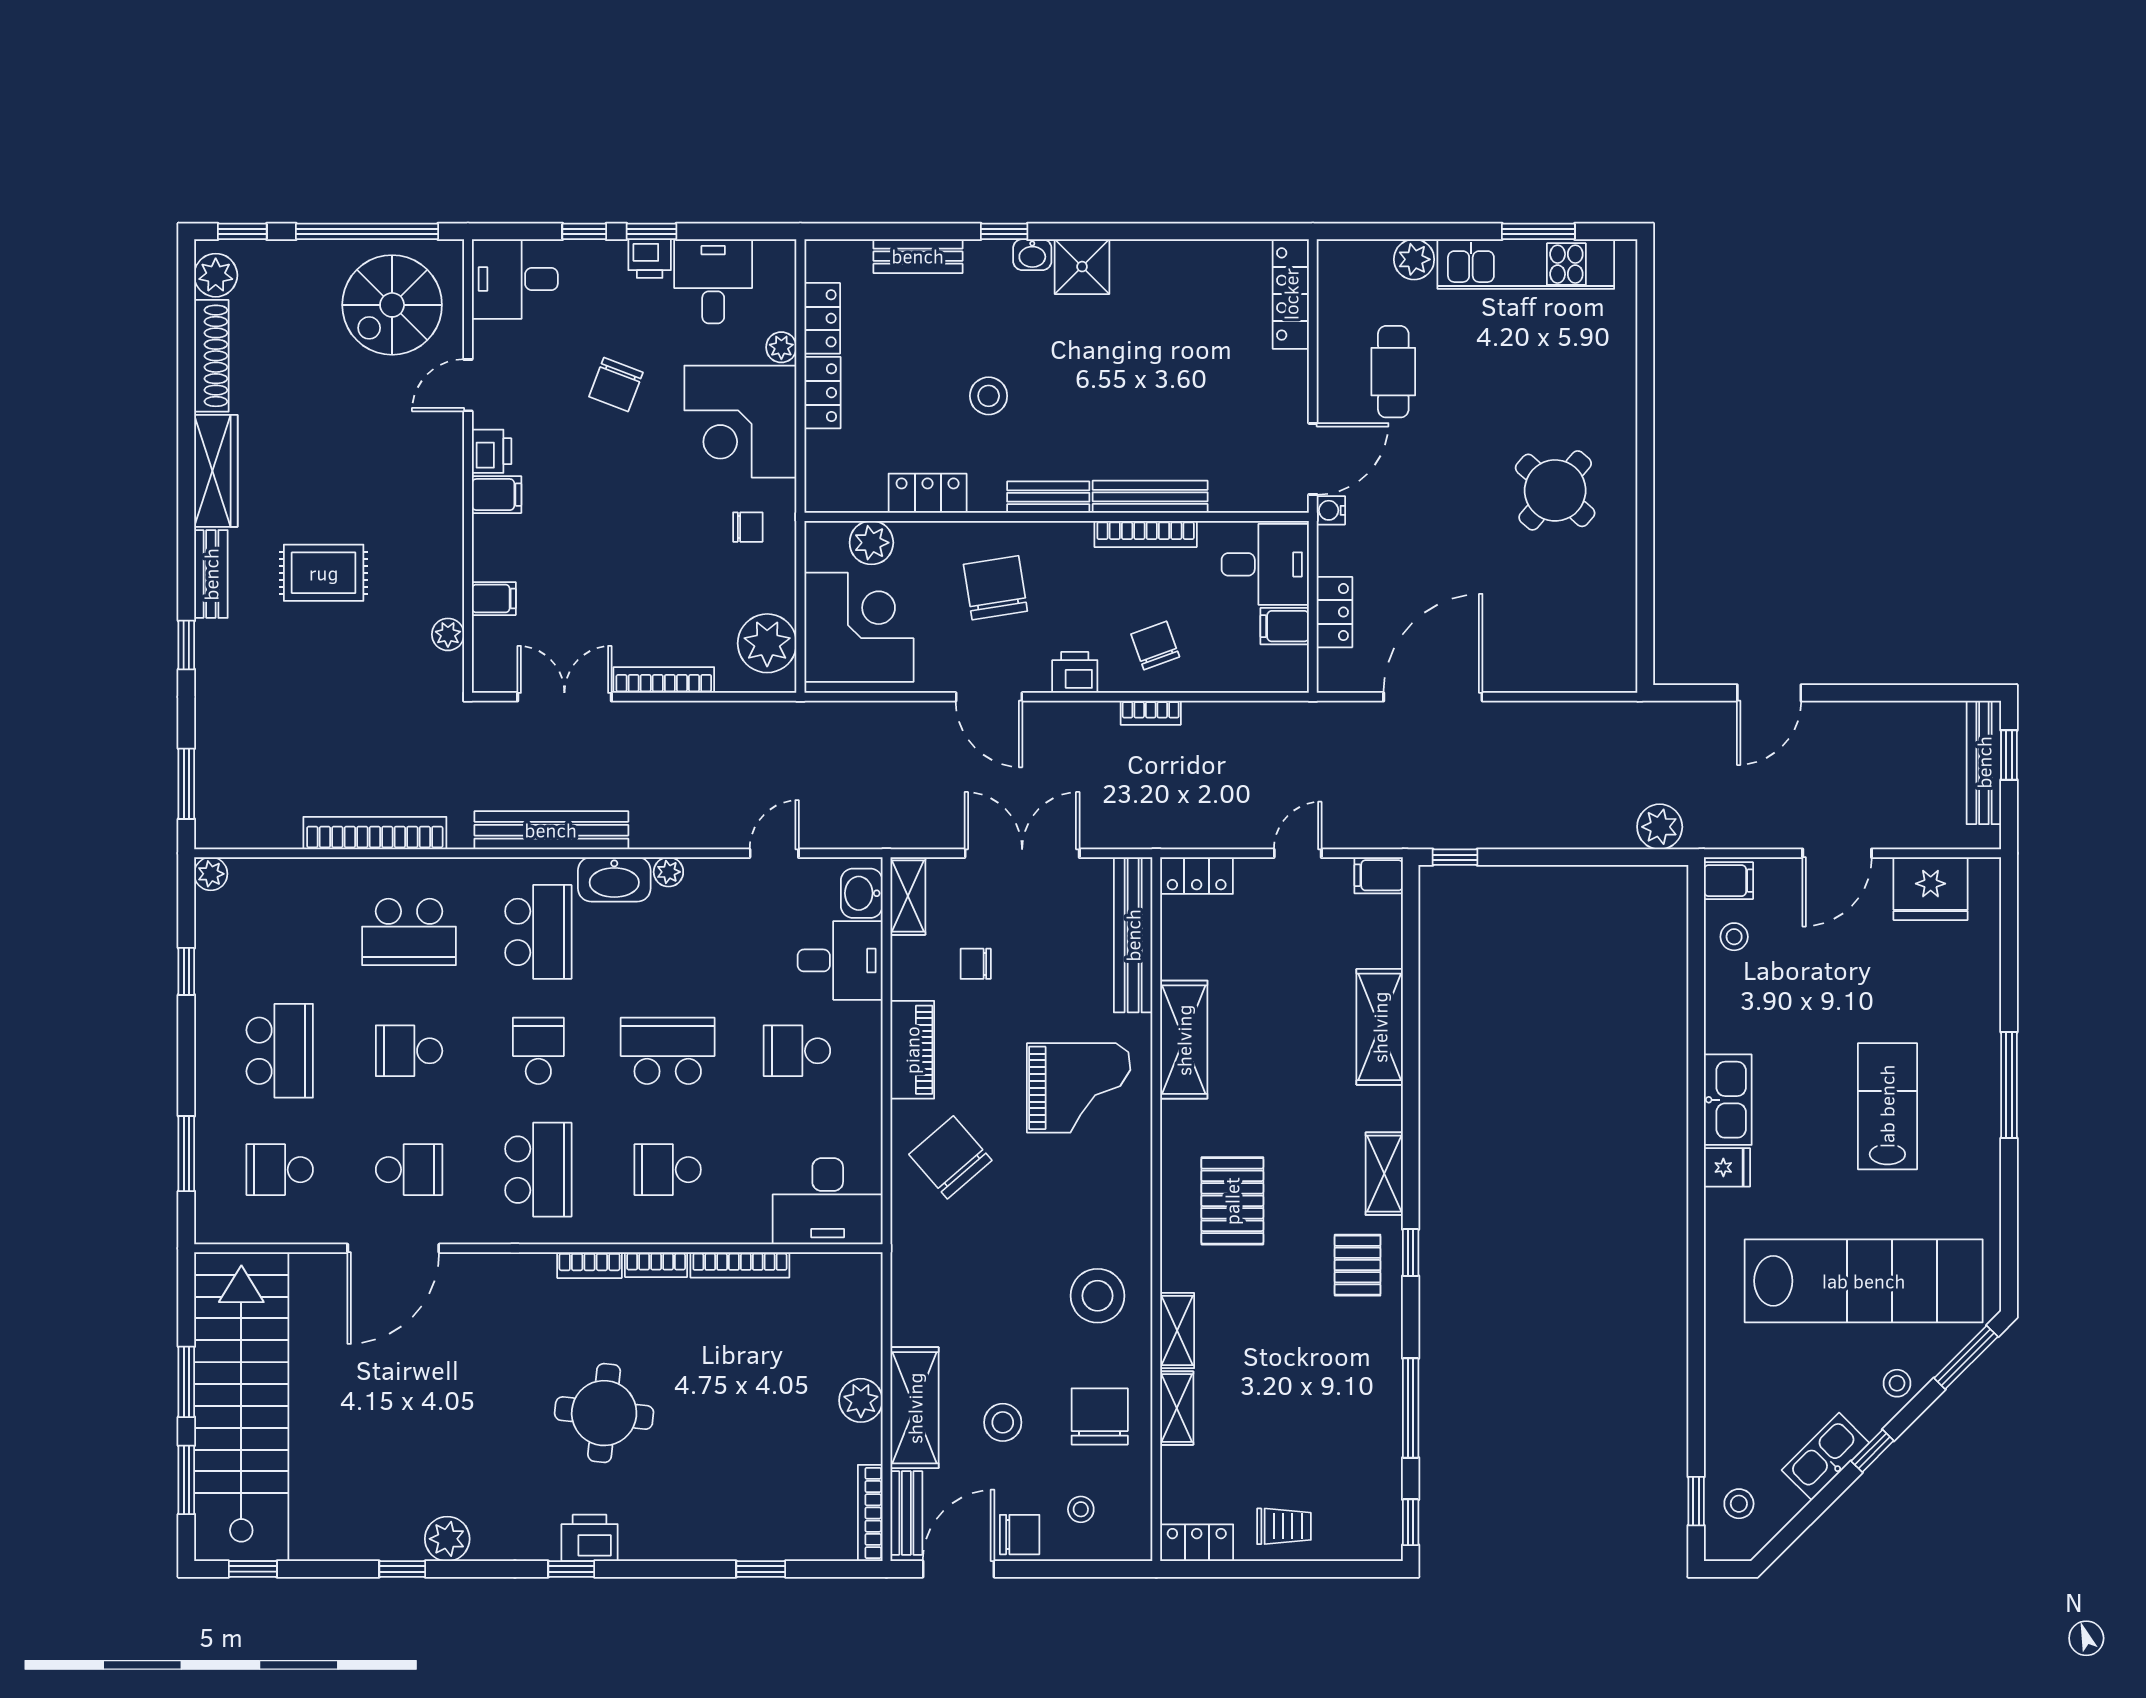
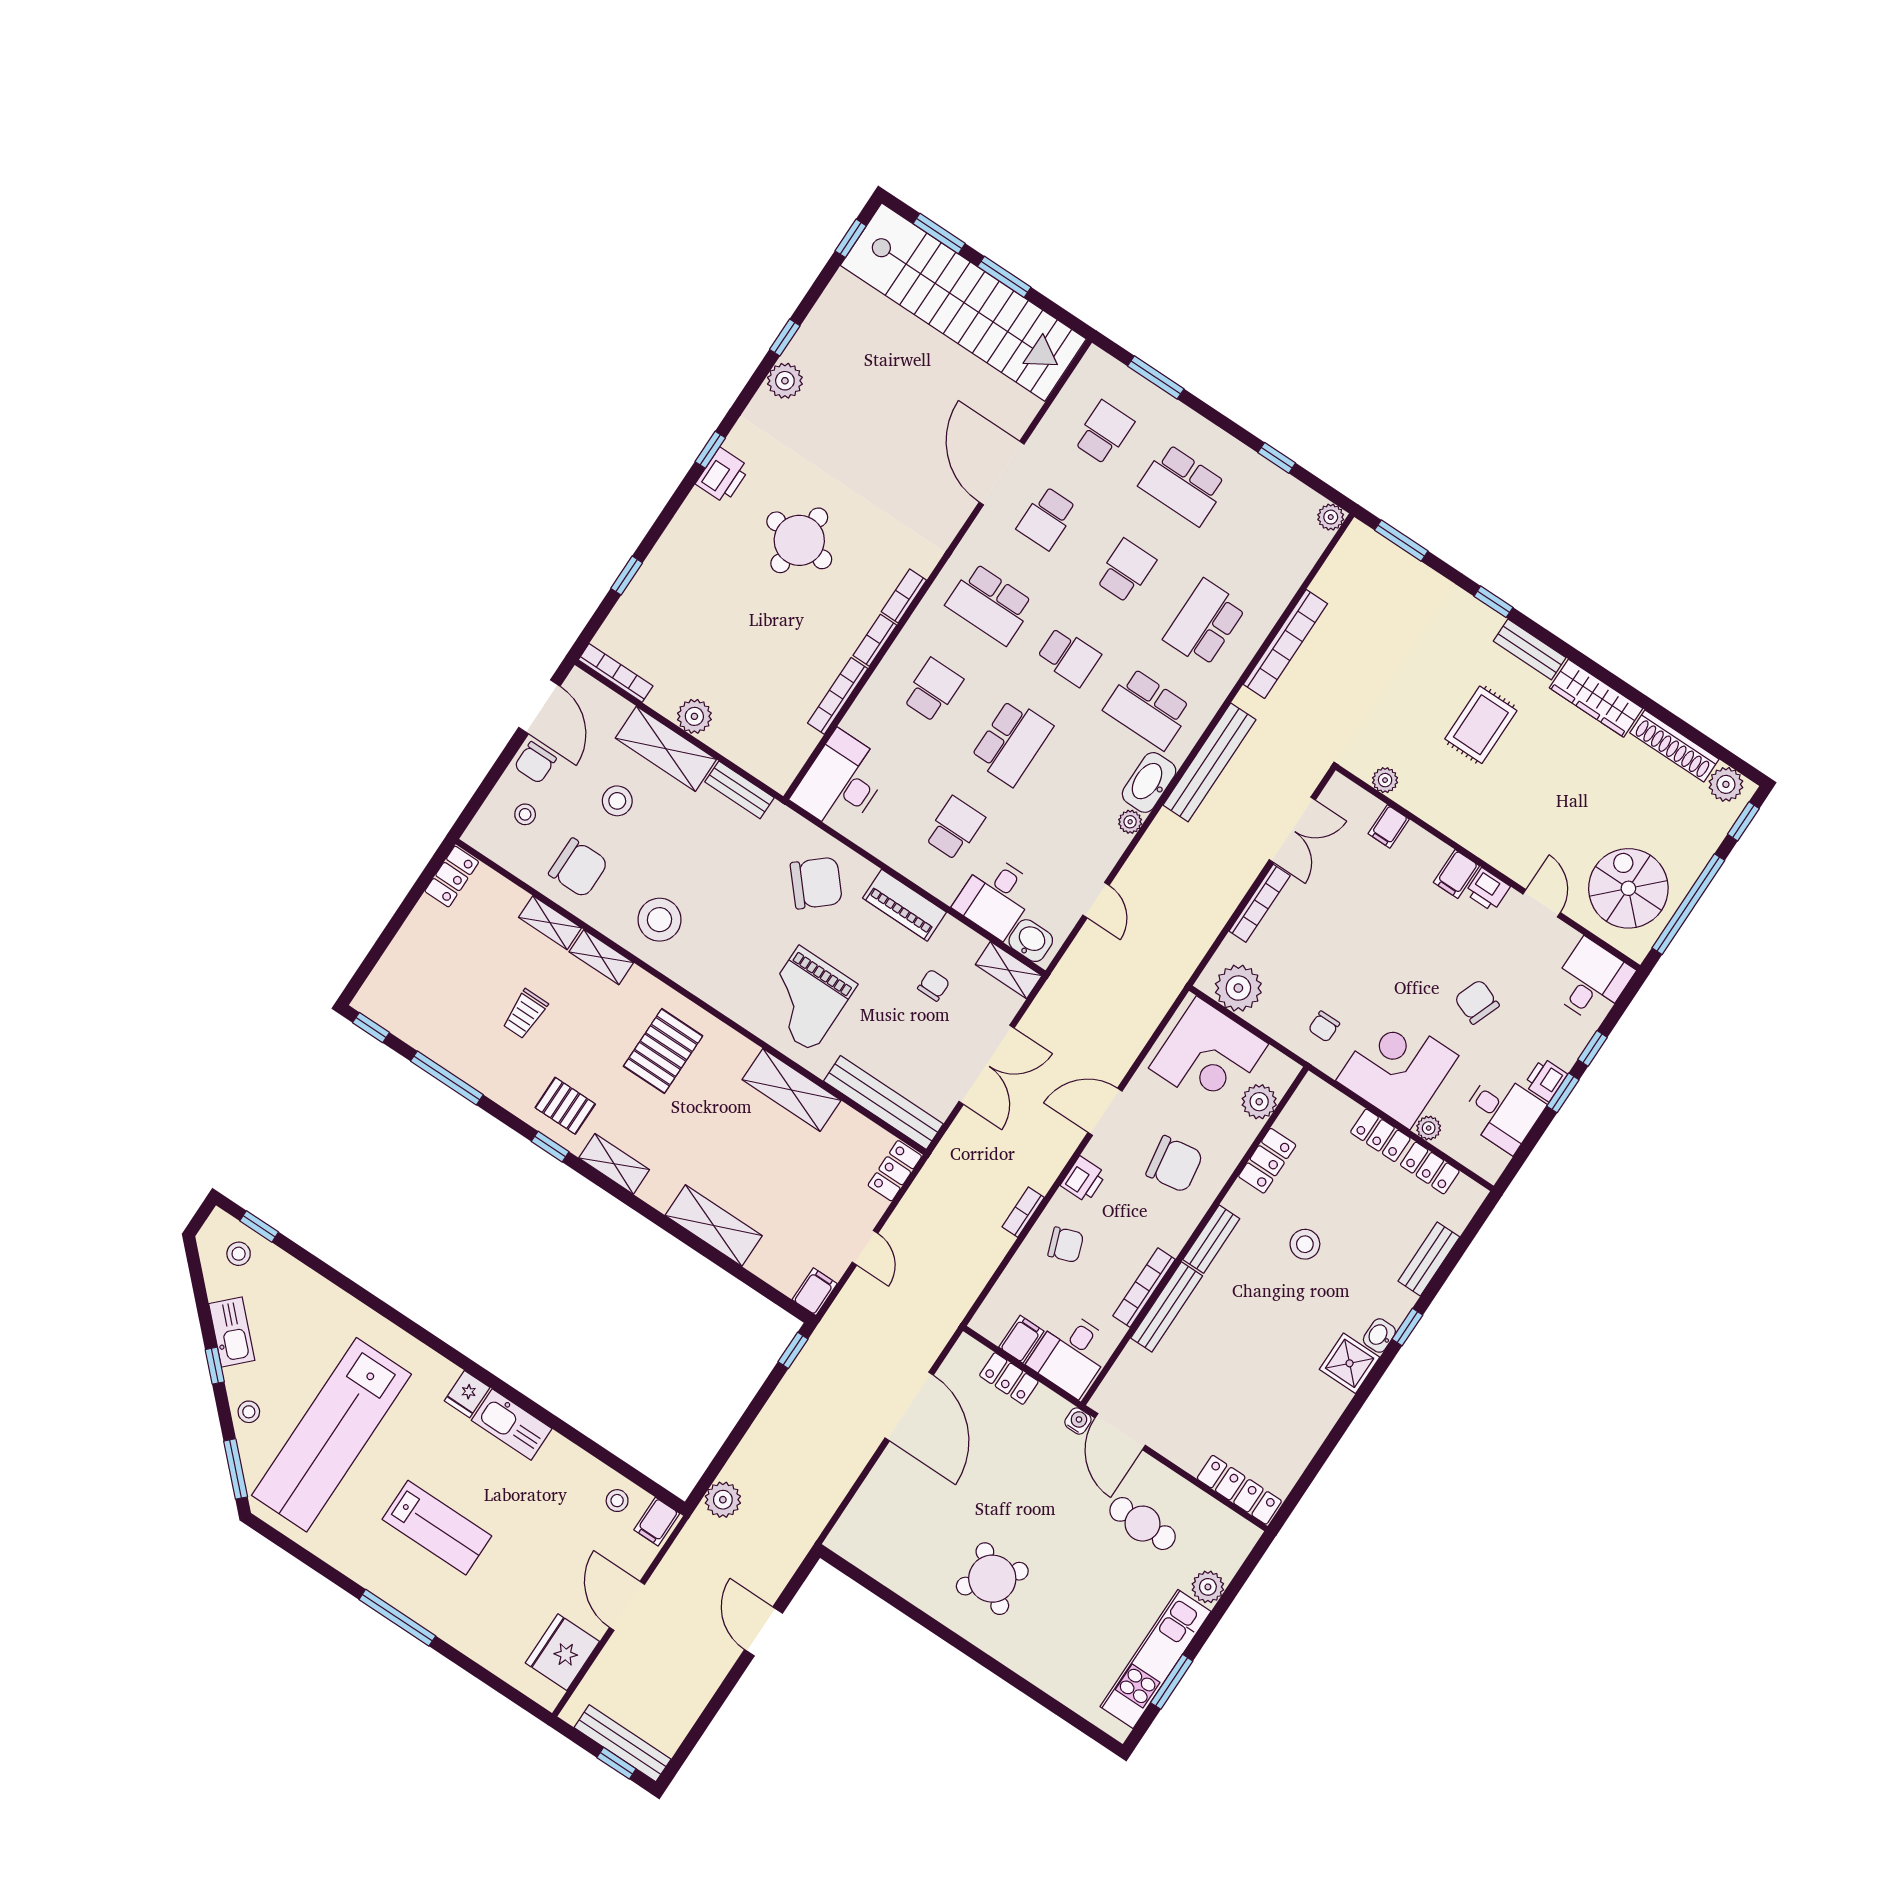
pallet: (1232, 1201) -> (663, 1051), turned 90
bench: (906, 1513) -> (739, 790), moved
trolley: (1284, 1526) -> (525, 1014), moved

